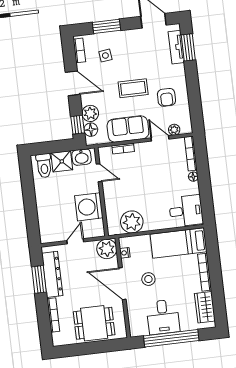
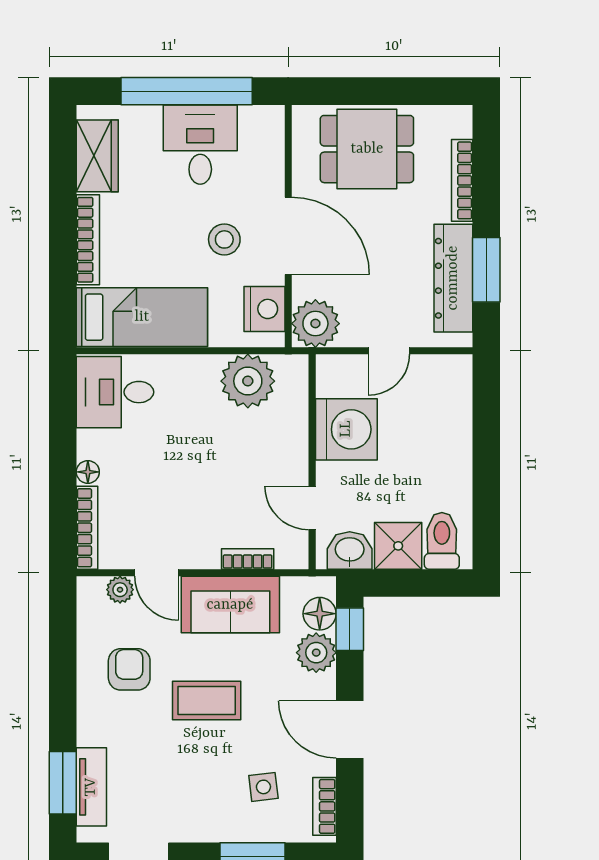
nightstand: (125, 253) -> (264, 309), width x1.89, depth x1.79

